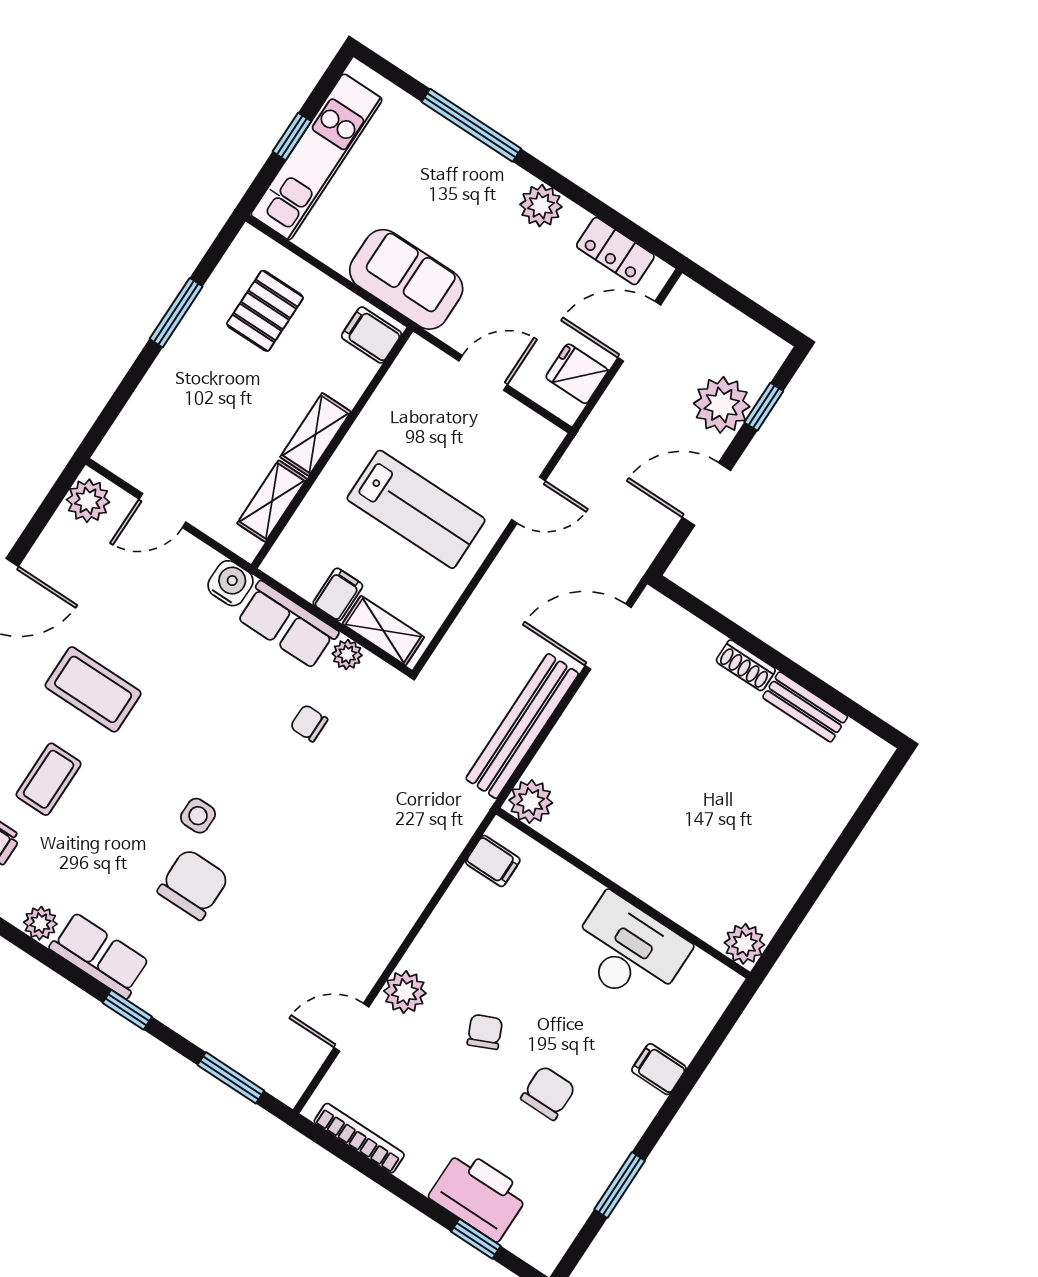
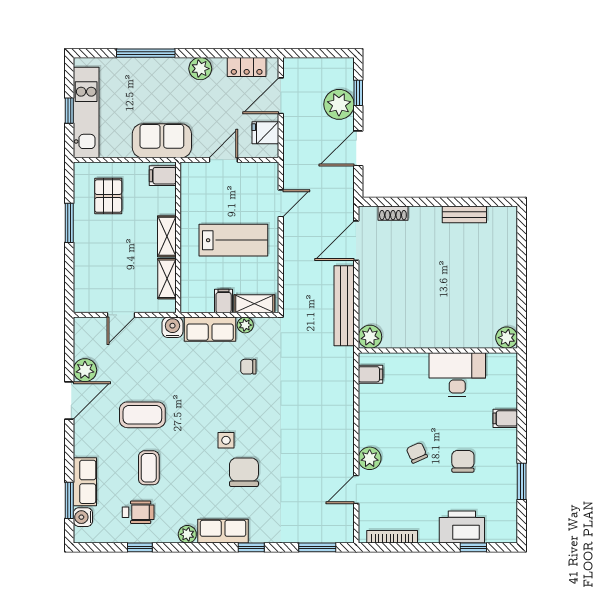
plant: (88, 501) -> (85, 370), moved
shoe rack: (746, 665) -> (393, 213), moved

